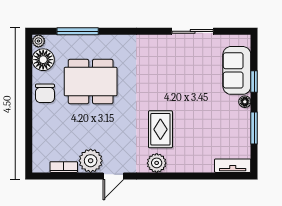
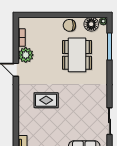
plant: (157, 163) -> (24, 98), removed

